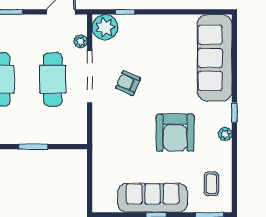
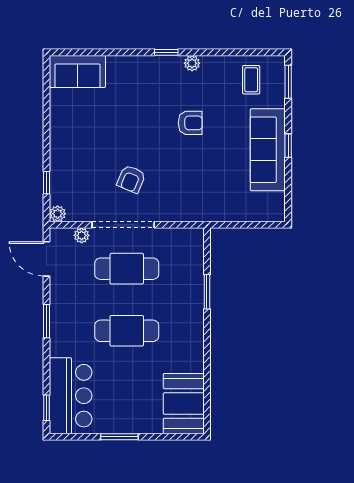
plant: (105, 27) -> (58, 214), width x0.53, depth x0.53
sofa: (215, 58) -> (77, 72), width x0.54, depth x0.79
armchair: (175, 133) -> (190, 123), width x0.53, depth x0.53
coffee table: (211, 184) -> (251, 80), turned 90

